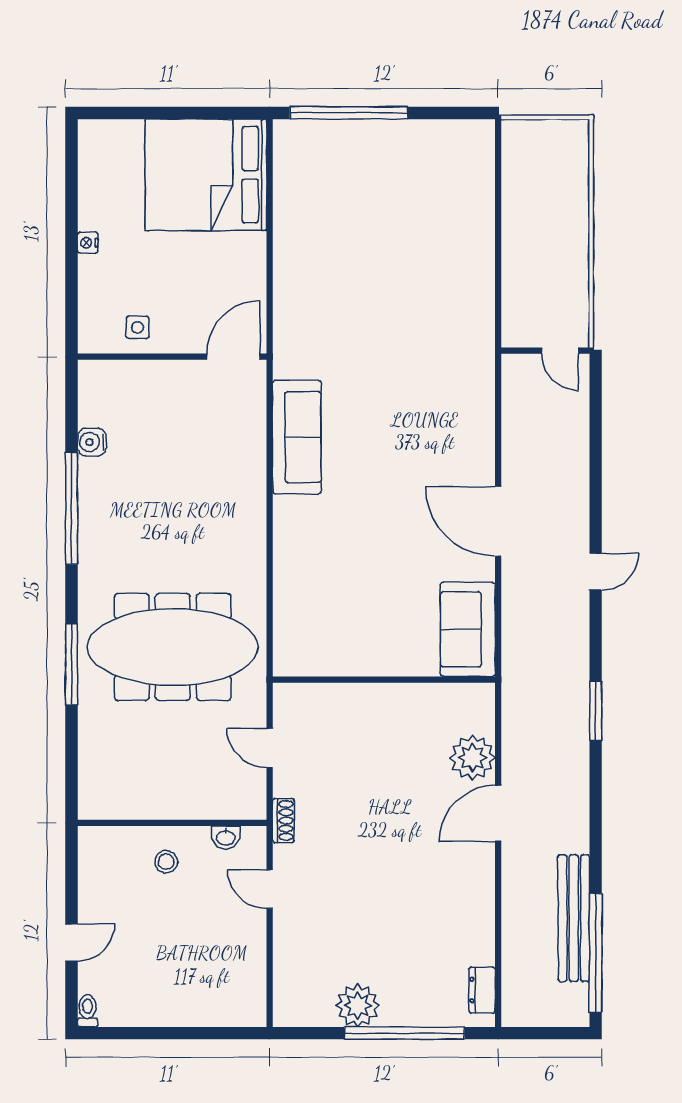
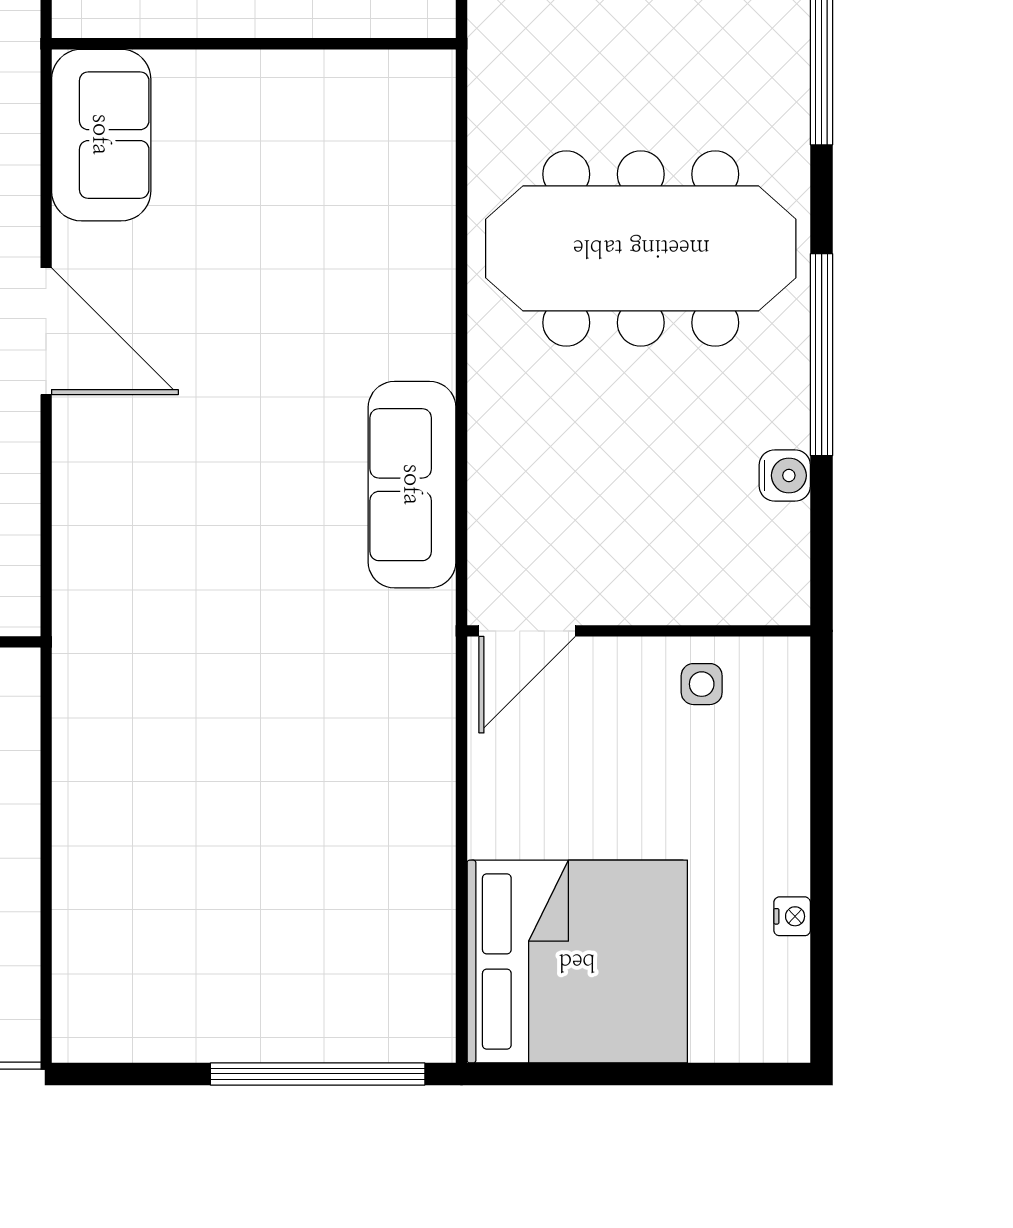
nightstand: (88, 243) -> (792, 916), moved
meeting table: (173, 647) -> (641, 248), moved

